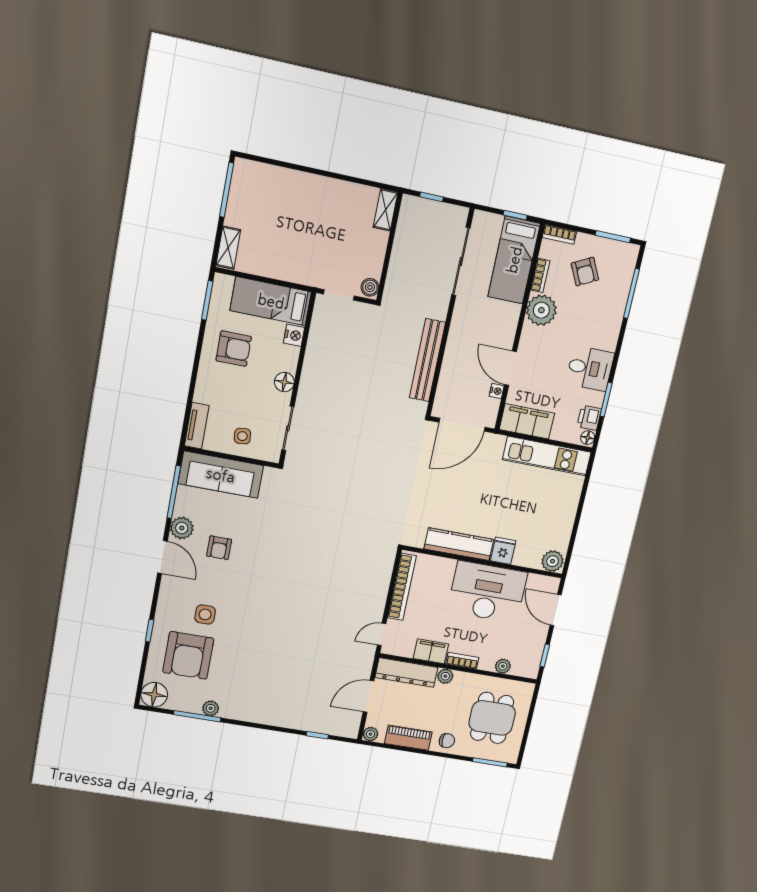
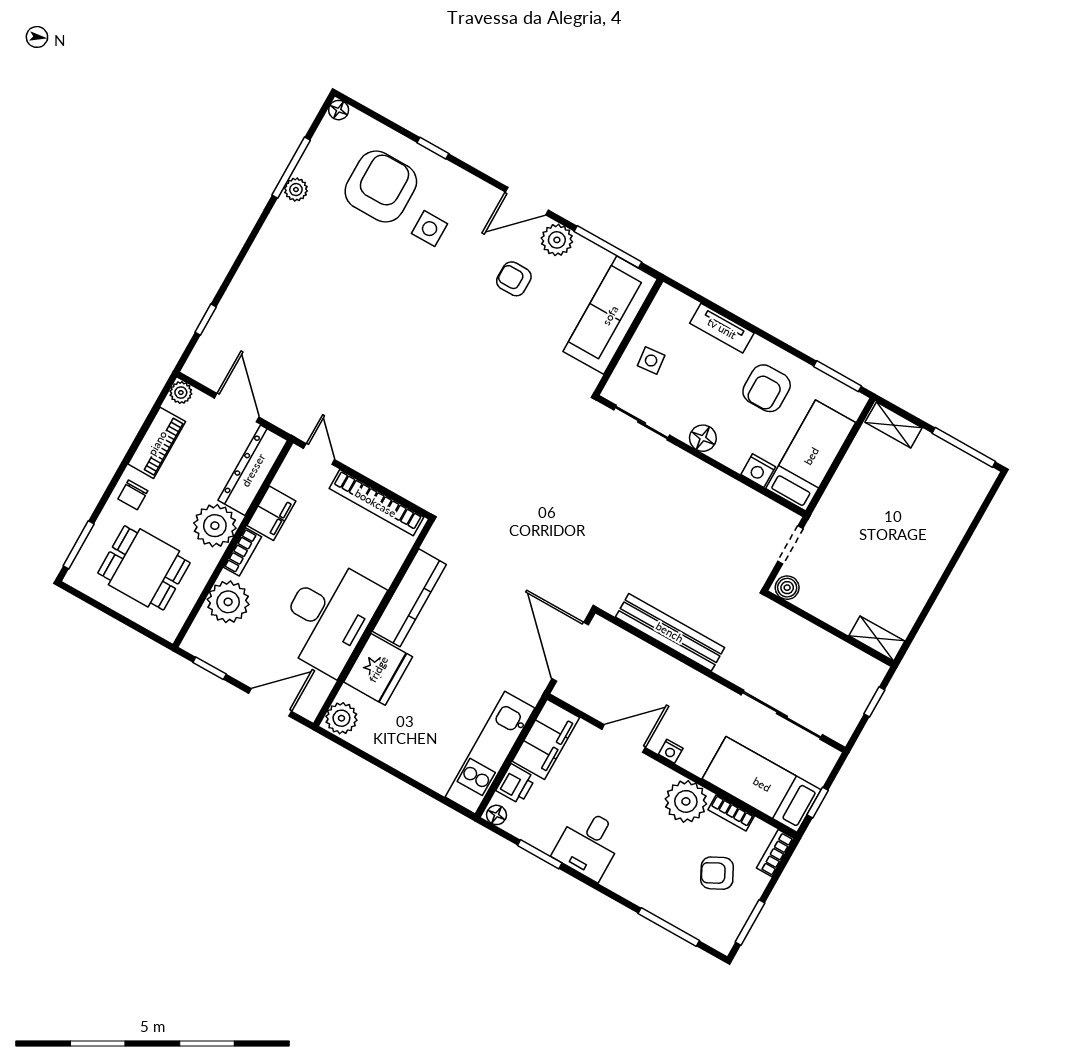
nightstand: (497, 391) -> (671, 751), moved
printer: (589, 418) -> (516, 784), moved, turned 90
tv unit: (197, 426) -> (722, 328), moved
fridge: (503, 551) -> (378, 669), width x1.88, depth x1.34
armchair: (188, 655) -> (381, 186), turned 90
plant: (503, 666) -> (228, 602), width x1.88, depth x1.88
plant: (445, 676) -> (215, 526), width x1.88, depth x1.88
floor lamp: (154, 695) -> (339, 110), width x0.53, depth x0.53

